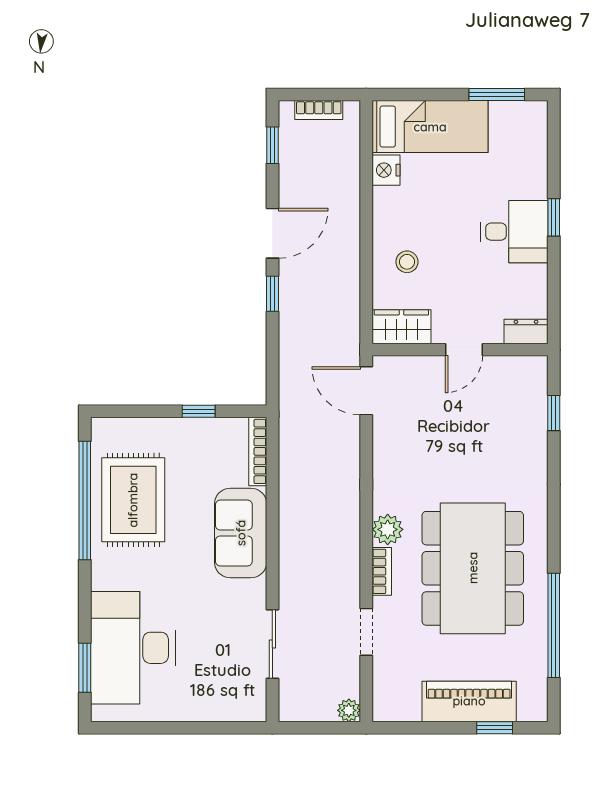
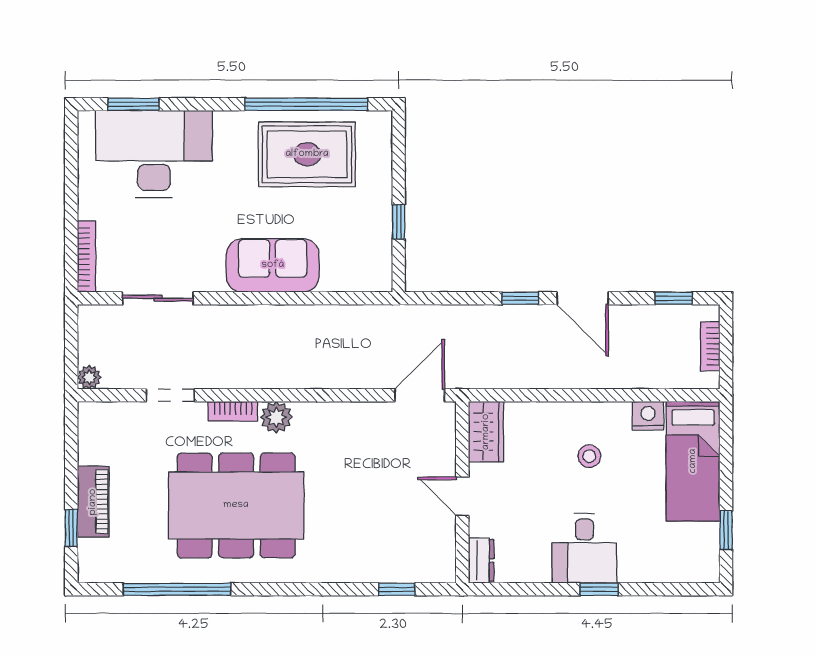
window: (497, 95) -> (726, 530), width x0.67
stool: (407, 262) -> (589, 456), moved
bookcase: (258, 451) -> (86, 257), moved, turned 90
piano: (469, 701) -> (93, 502), width x0.73, depth x0.75

